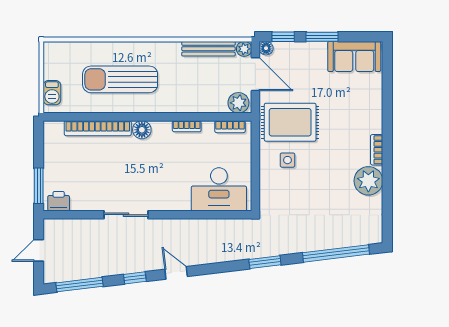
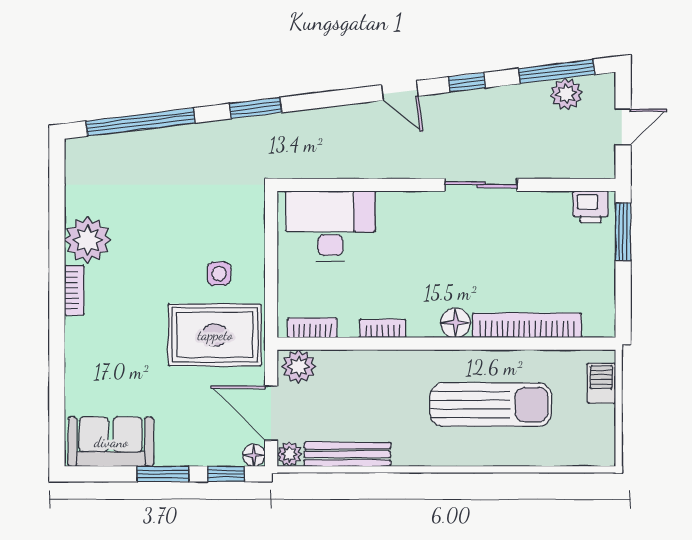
plant: (74, 271) -> (566, 94), added

